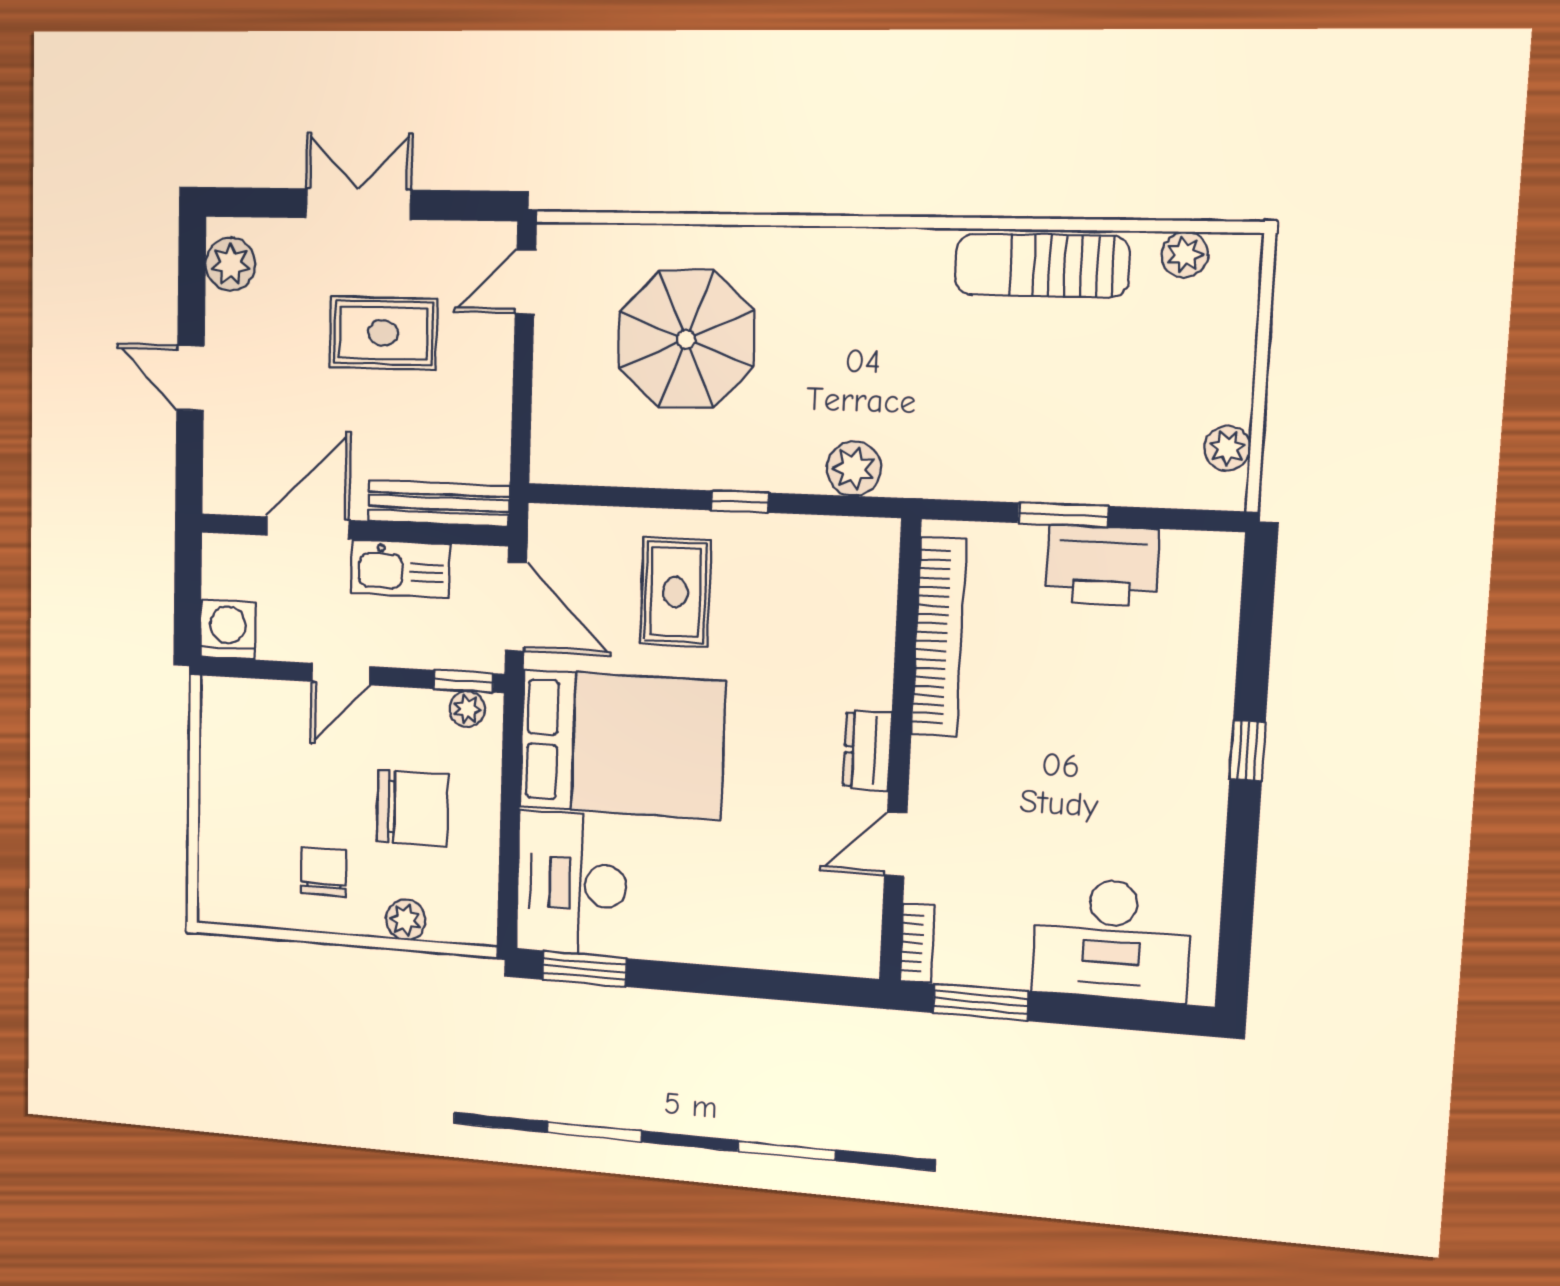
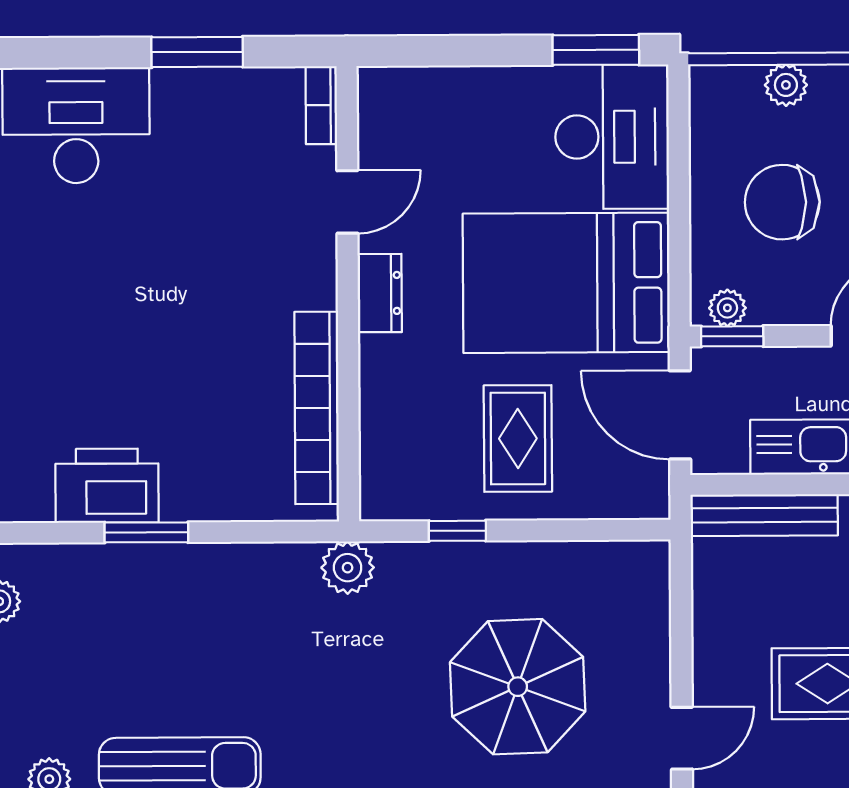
bookcase: (939, 637) -> (317, 408), moved
dresser: (867, 750) -> (380, 293), moved
wall: (900, 752) -> (348, 294), moved
door: (896, 844) -> (347, 202), moved
bookcase: (917, 943) -> (321, 105), moved

